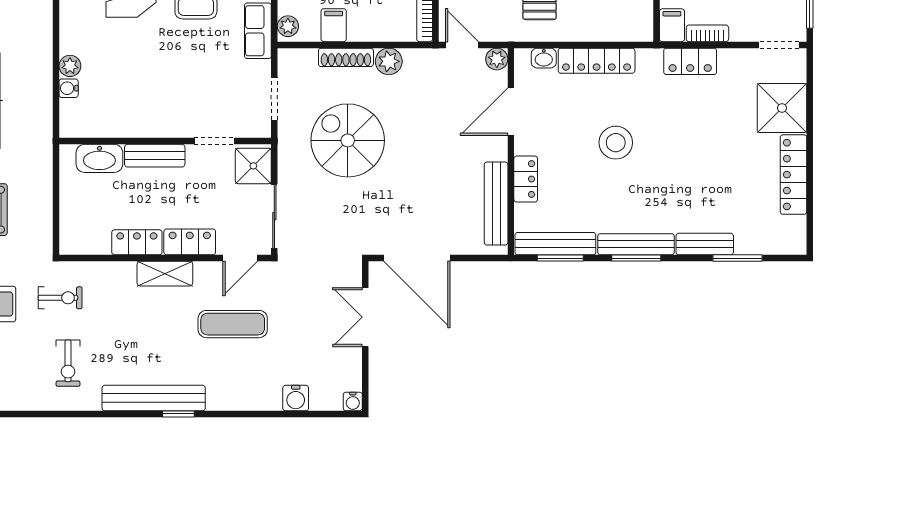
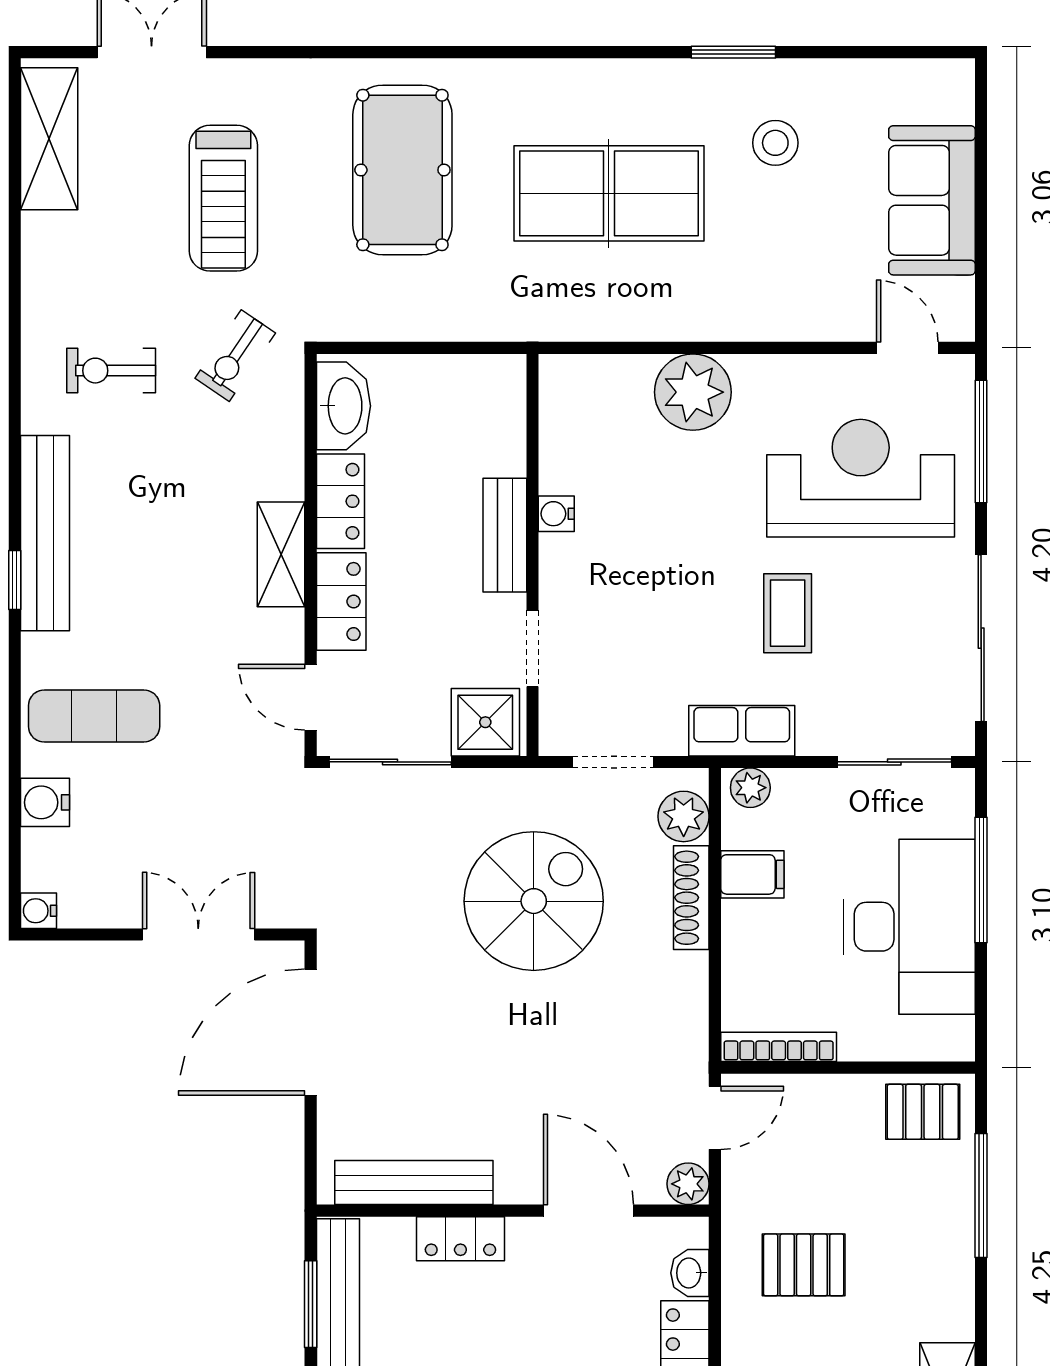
plant: (389, 61) -> (684, 816), moved
plant: (70, 66) -> (693, 392), width x1.88, depth x1.88
water cooler: (69, 88) -> (556, 514), moved, turned -90
washbasin: (99, 158) -> (343, 406), moved, turned 180
exercise bike: (60, 298) -> (235, 356), turned 34
exercise mat: (233, 324) -> (94, 716), moved, turned 90

